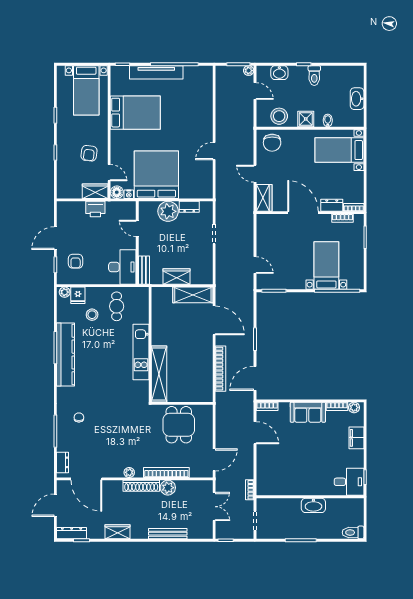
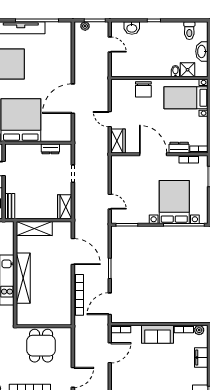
plant: (249, 71) -> (85, 26), moved
toilet: (314, 76) -> (189, 31), moved
stool: (279, 116) -> (132, 67), removed
shower: (306, 119) -> (188, 70), moved
chair: (272, 143) -> (143, 89), moved
door: (214, 151) -> (73, 99), width x1.87
plant: (168, 211) -> (31, 153), removed
bed with nightstands: (326, 266) -> (174, 202), width x1.36
wardrobe: (176, 277) -> (65, 207), moved, turned -90
shelving: (193, 295) -> (34, 228), moved
shelving: (159, 374) -> (23, 278), moved
door: (255, 433) -> (110, 353), hinge flipped

